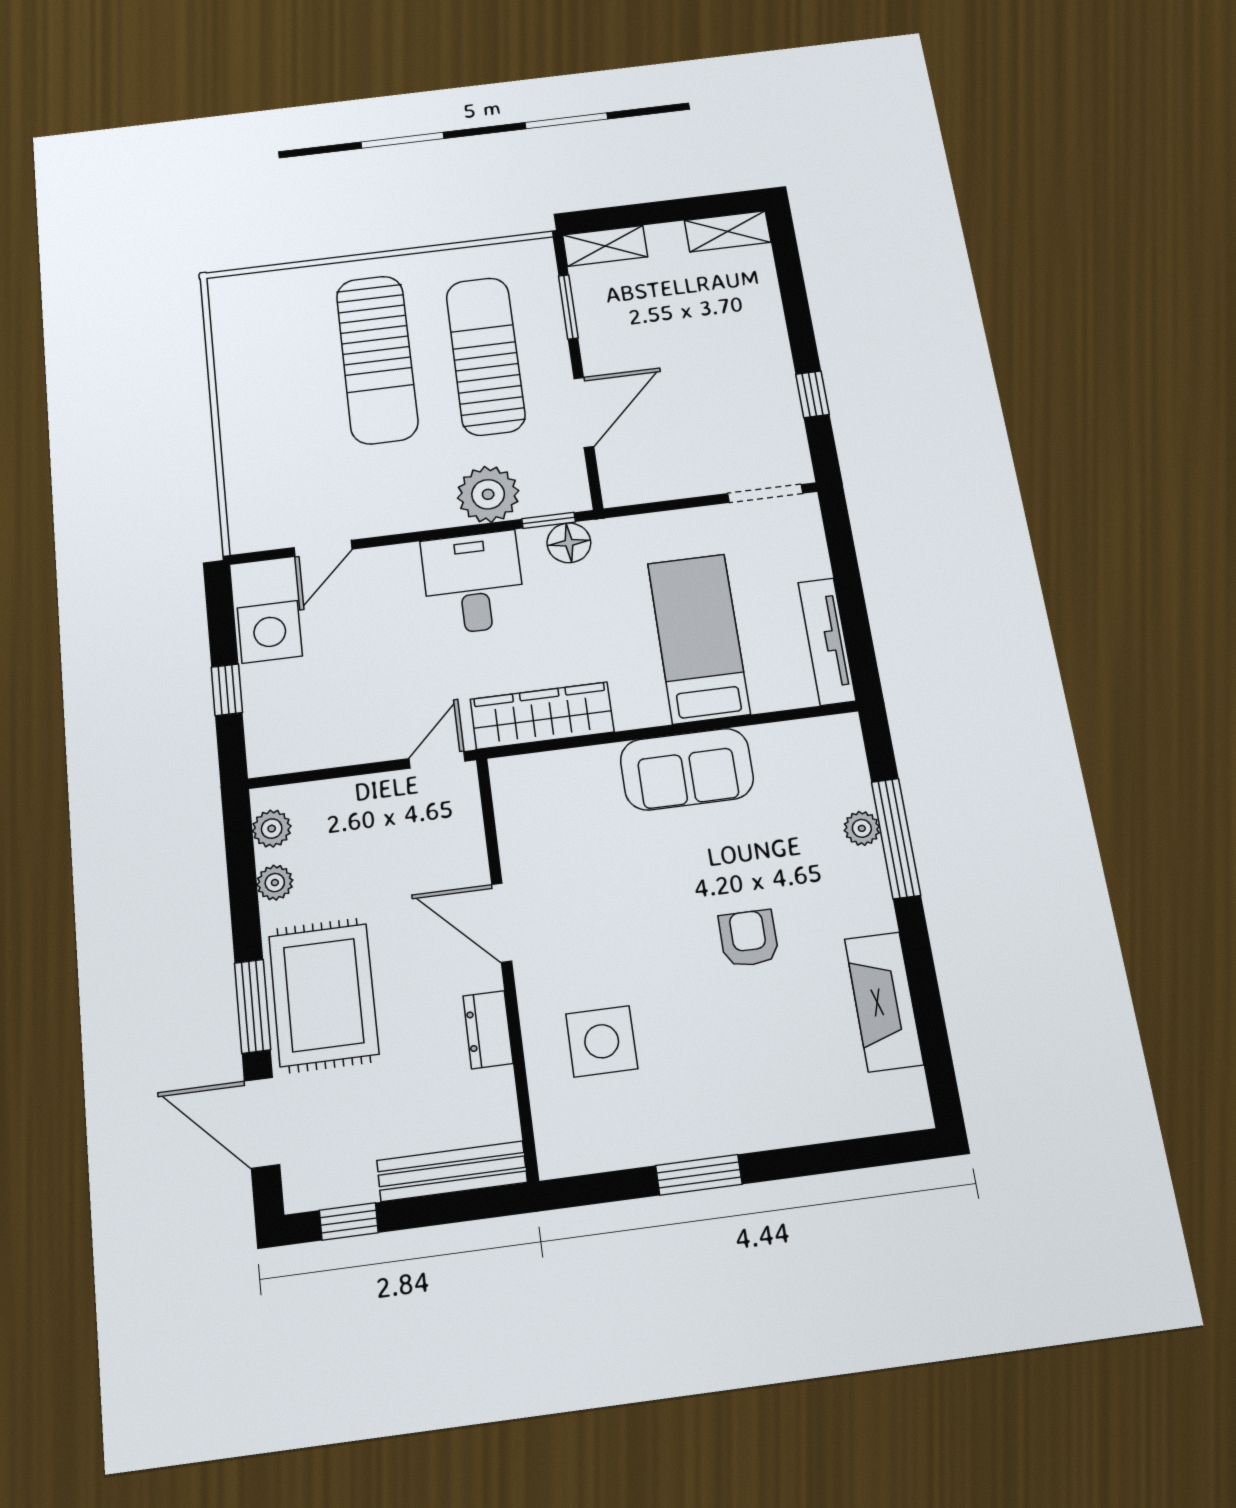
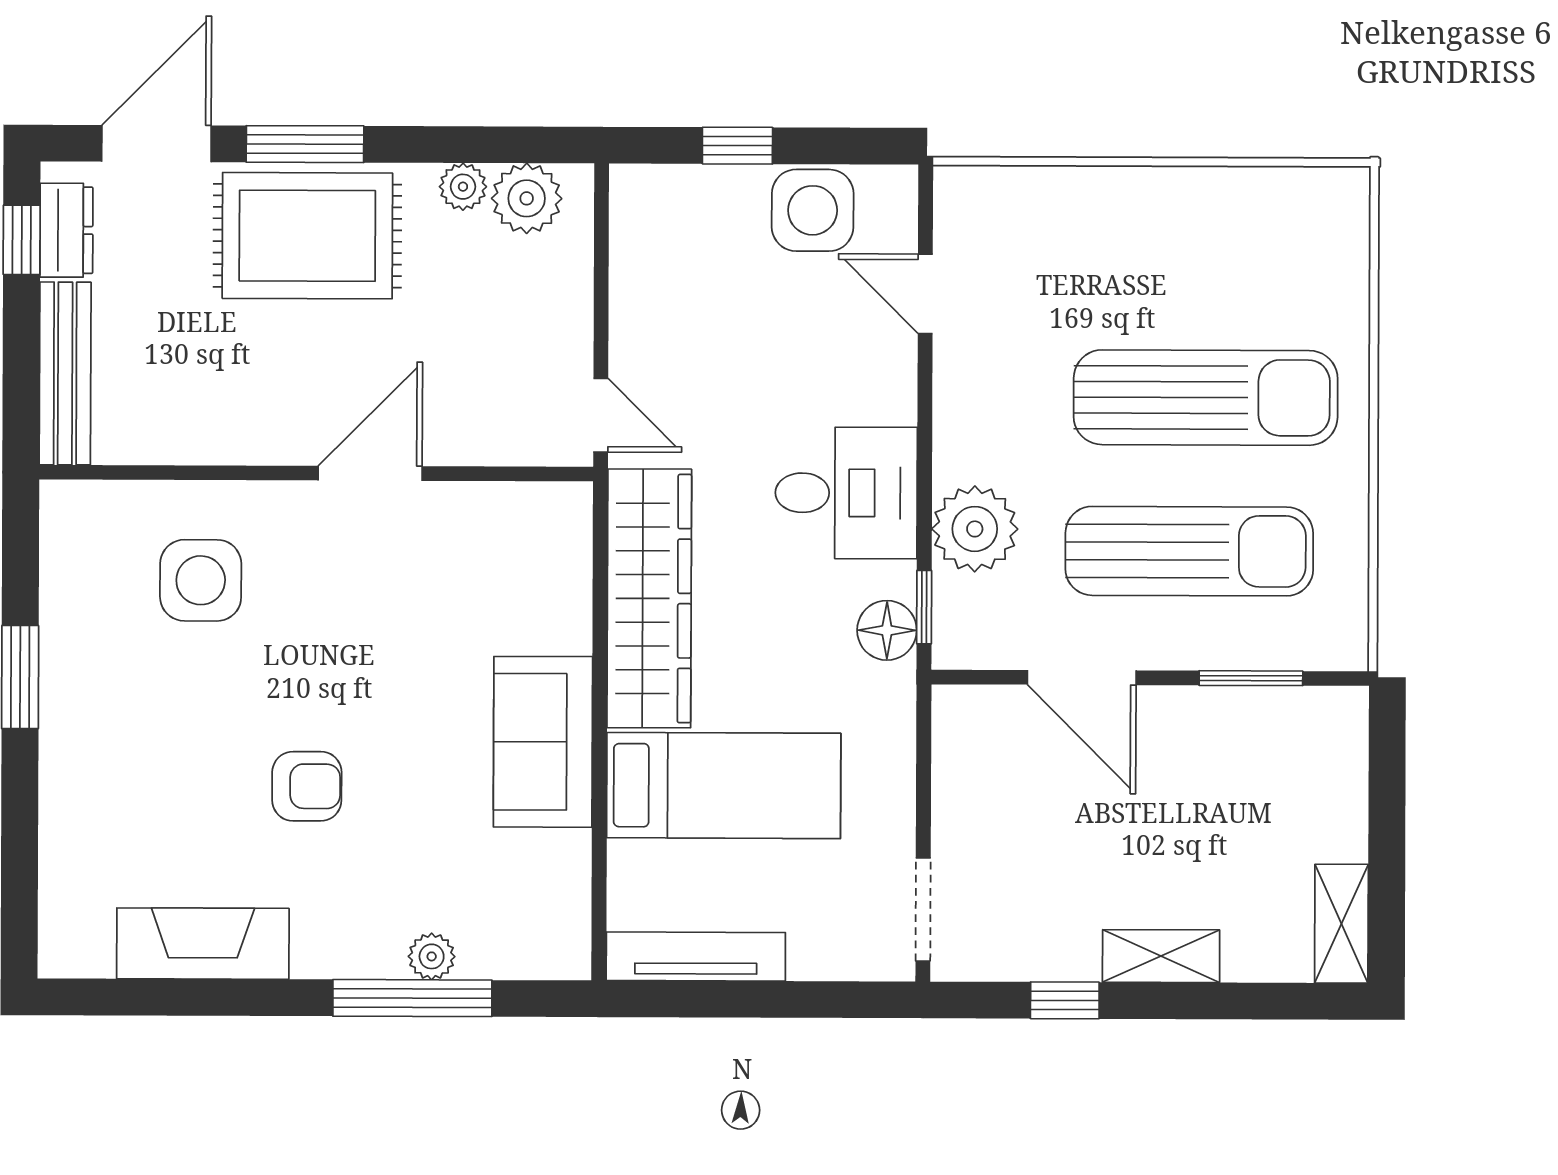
shelving: (605, 246) -> (1161, 956), moved, turned 90
sun lounger: (377, 359) -> (1206, 398), turned 180
wardrobe: (542, 716) -> (649, 598), width x1.40, depth x1.17
plant: (272, 829) -> (527, 198), width x1.38, depth x1.38
dresser: (488, 1030) -> (66, 230), moved, turned 90

